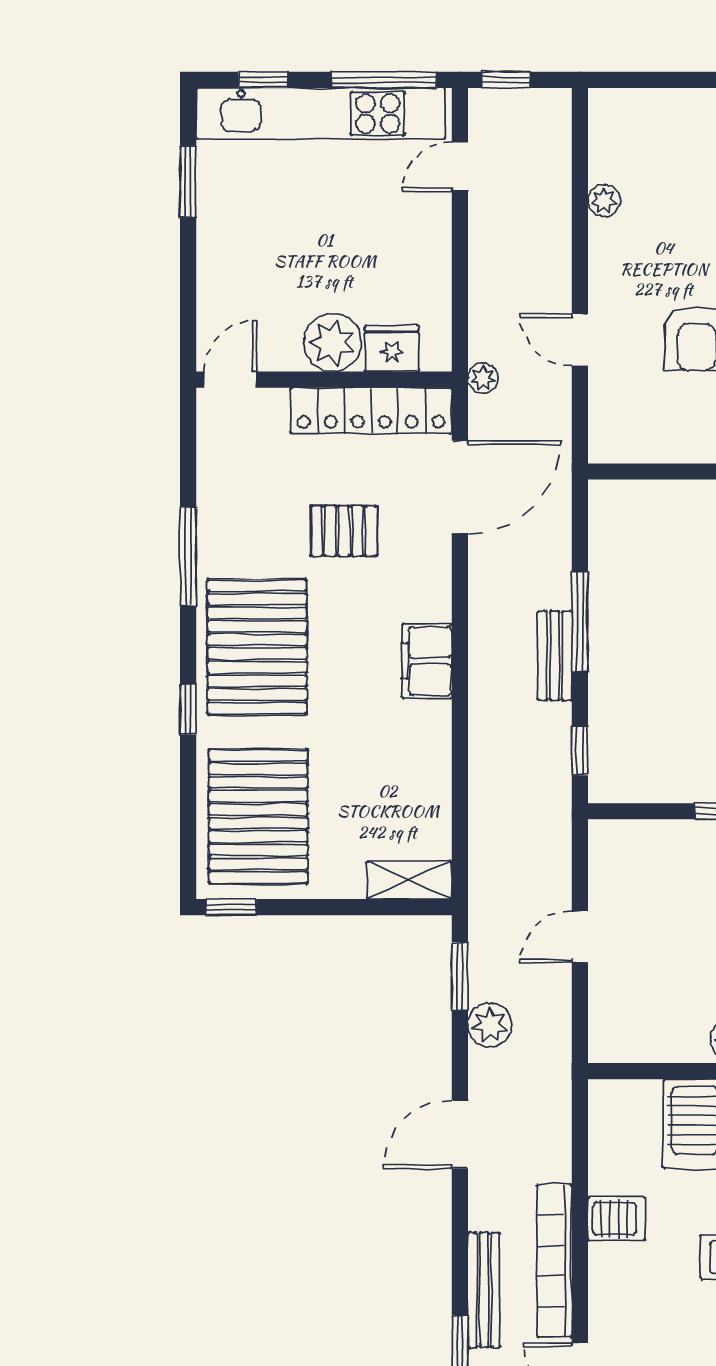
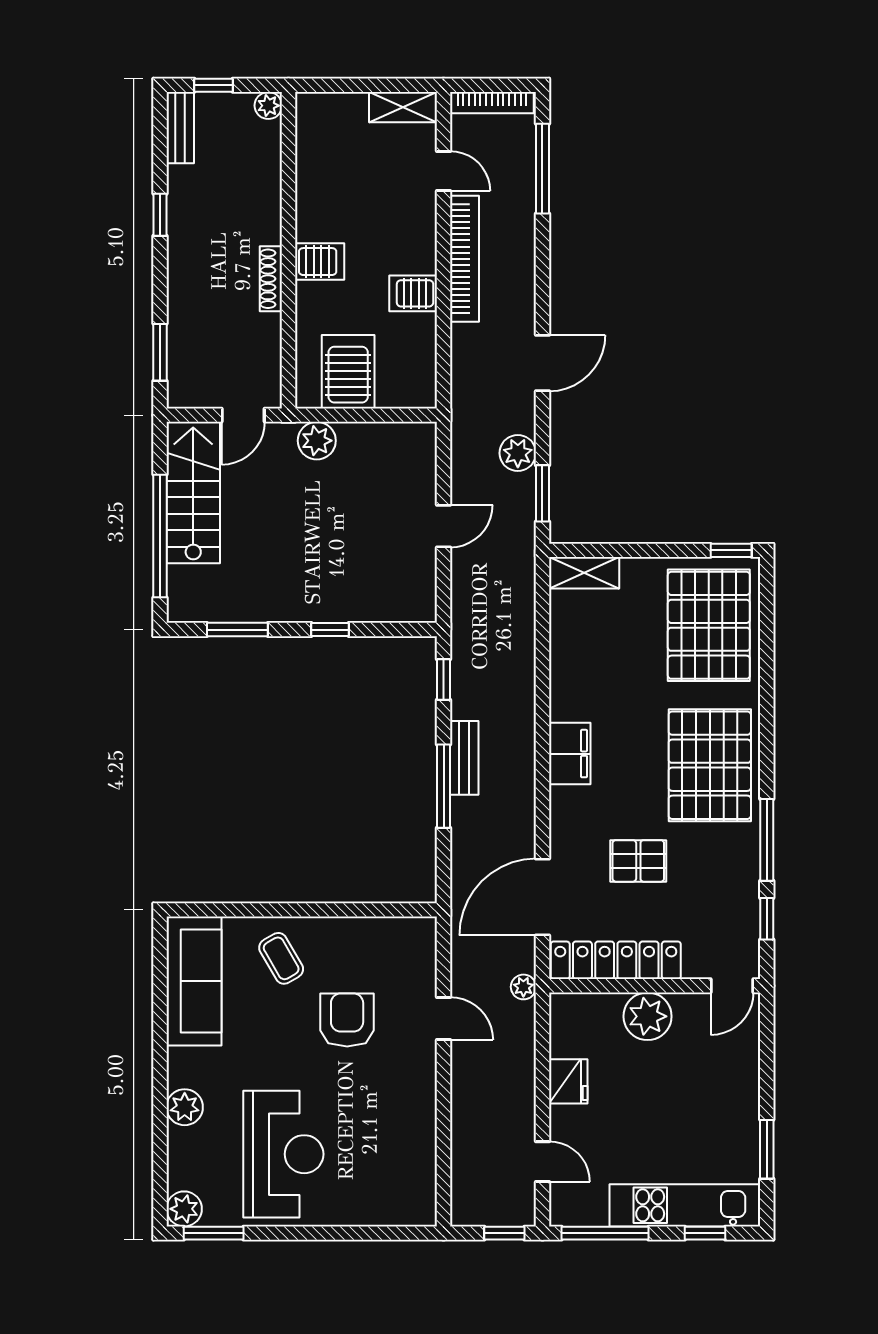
kitchen unit: (321, 114) -> (685, 1205), width x0.73
door: (460, 166) -> (542, 1162), hinge flipped
plant: (604, 201) -> (424, 1133), removed
fridge: (392, 348) -> (568, 1081), moved, turned -90
window: (188, 709) -> (767, 919), moved
bench: (484, 1290) -> (523, 235), removed

